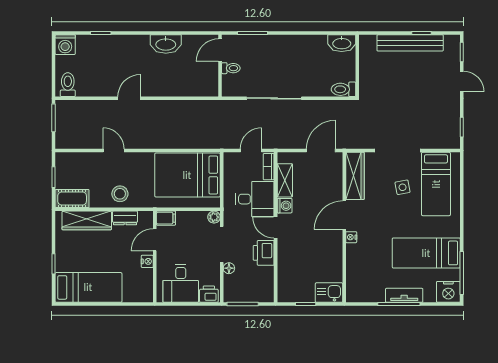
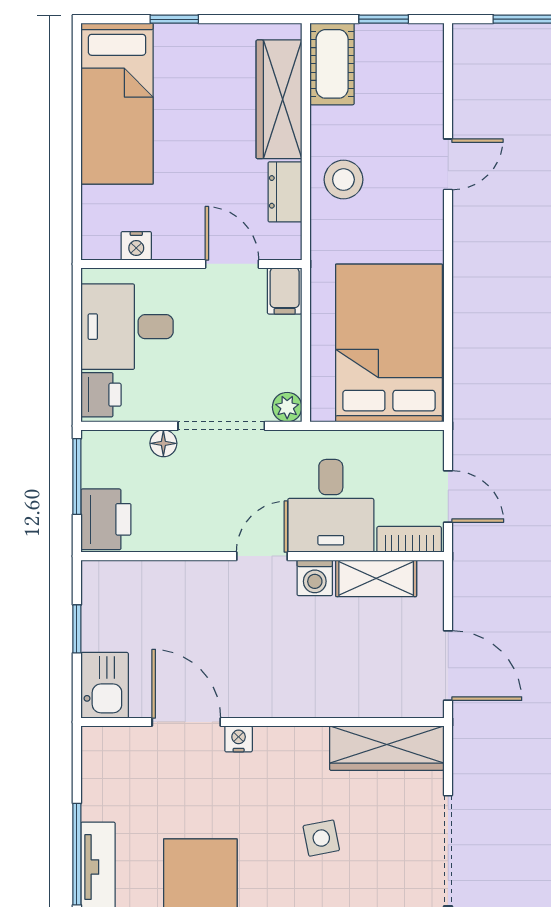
side table: (403, 187) -> (321, 838), moved
door: (344, 215) -> (186, 722), moved
printer: (264, 253) -> (106, 519), moved, turned 90
nightstand: (147, 261) -> (136, 246), moved

